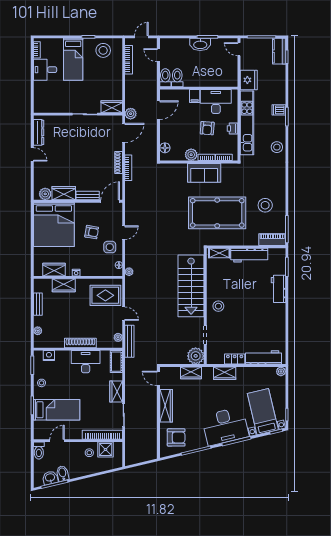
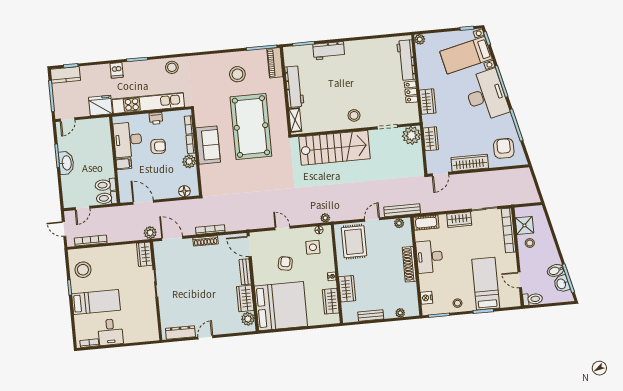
dishwasher: (279, 110) -> (117, 70), moved
side table: (110, 247) -> (313, 247), moved

